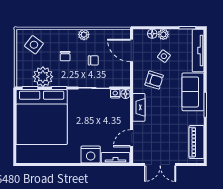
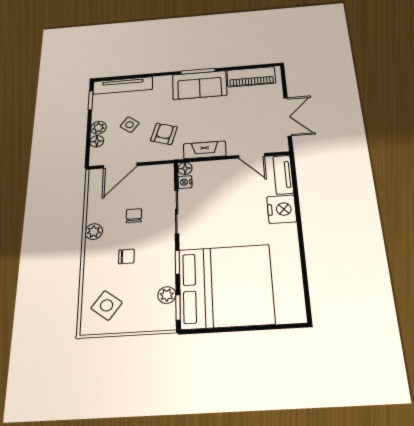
plant: (43, 77) -> (167, 295), width x0.53, depth x0.53
sofa: (193, 92) -> (200, 85), moved

